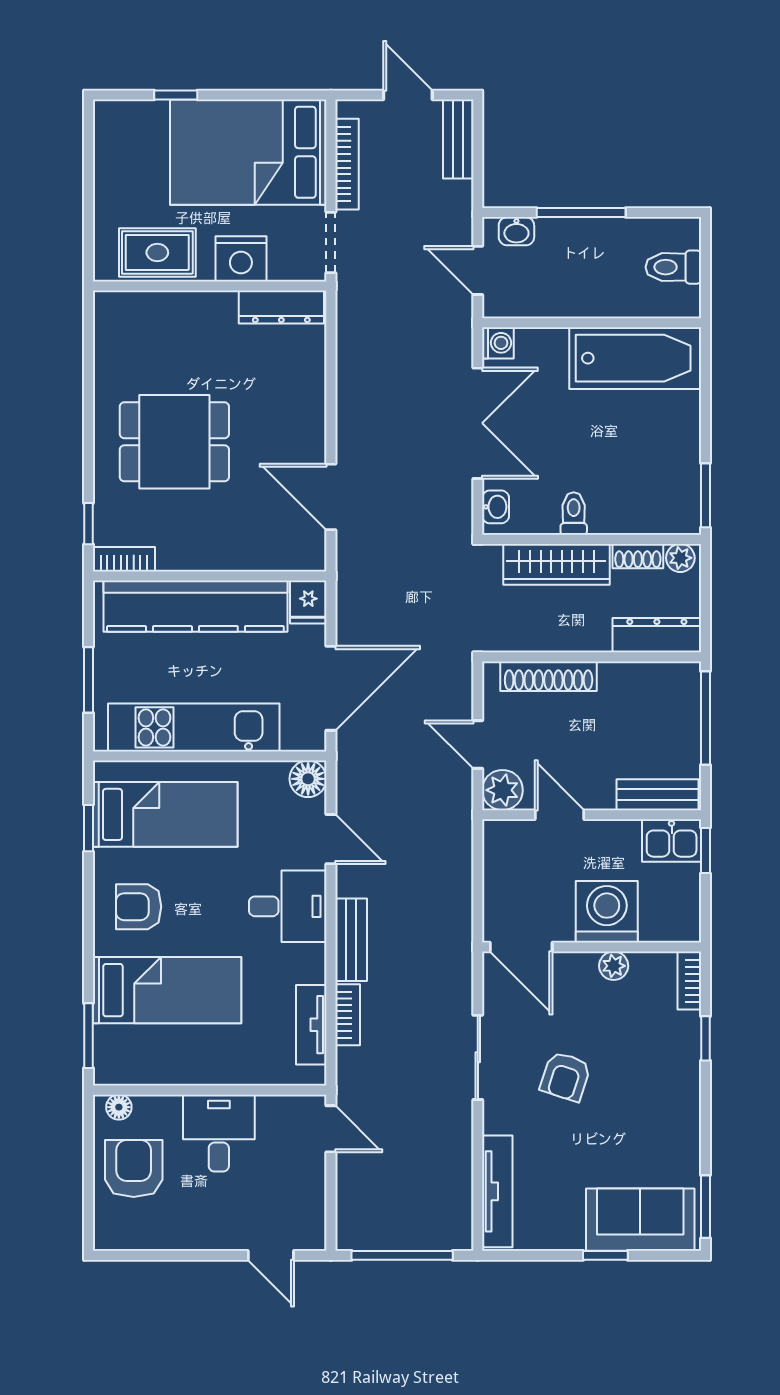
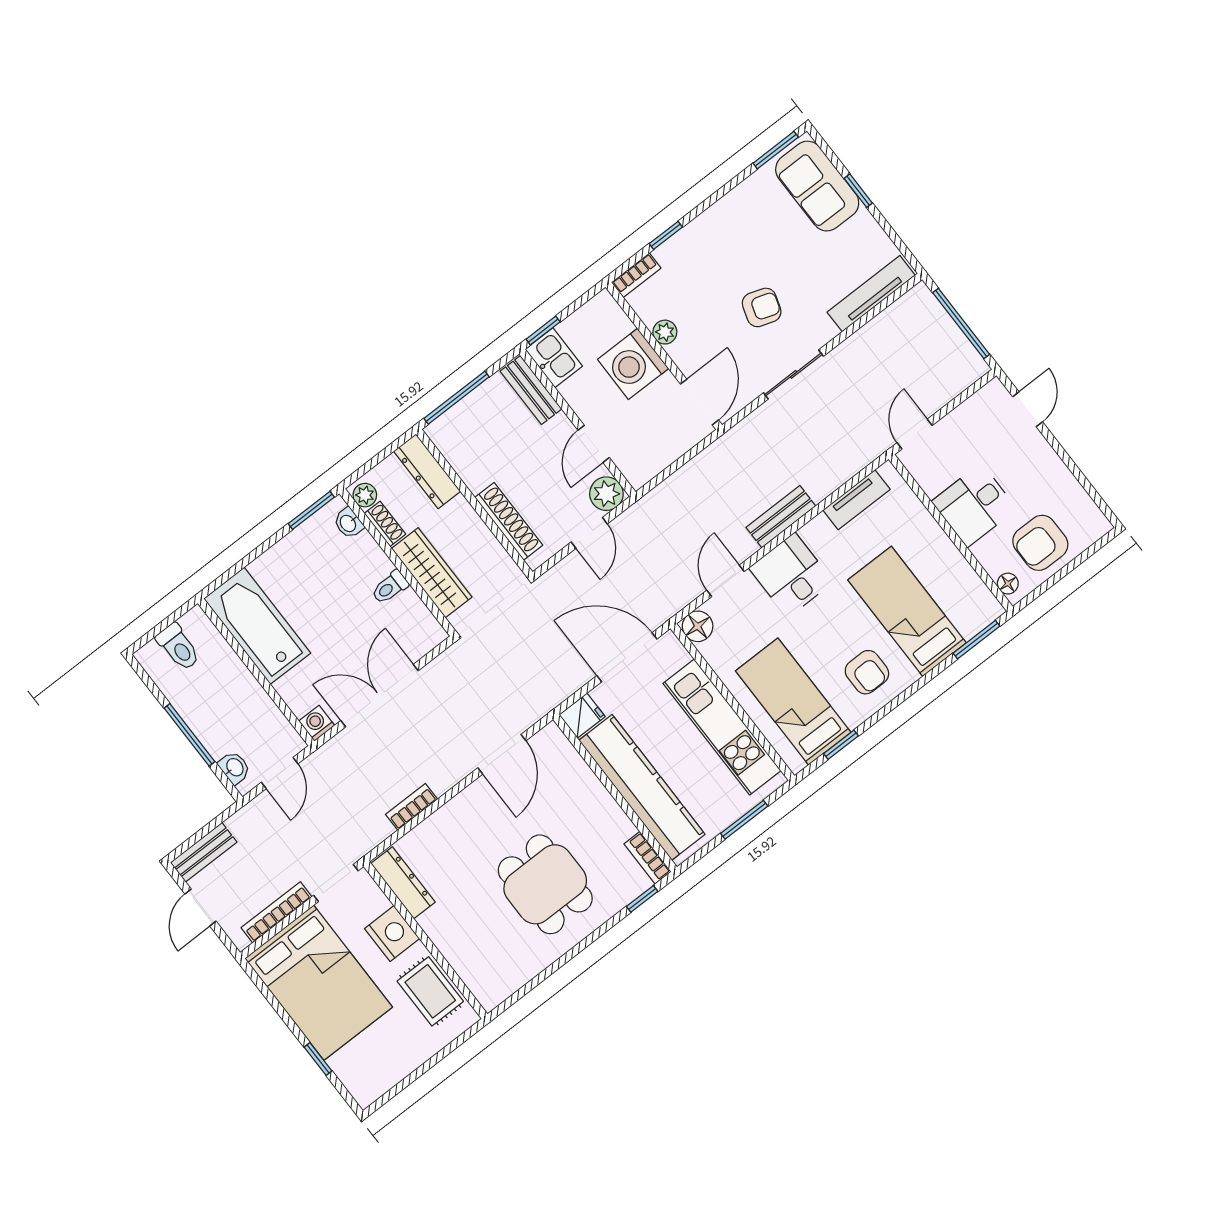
washbasin: (496, 507) -> (348, 523), moved, turned -90
bookcase: (348, 1015) -> (412, 807), moved

